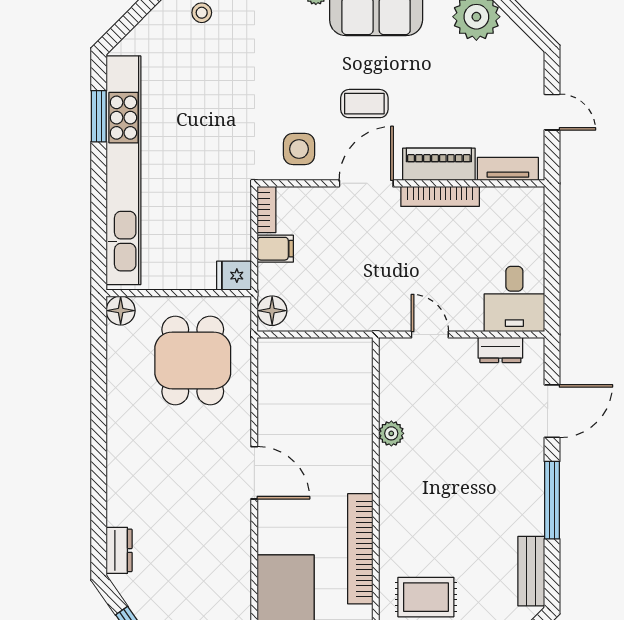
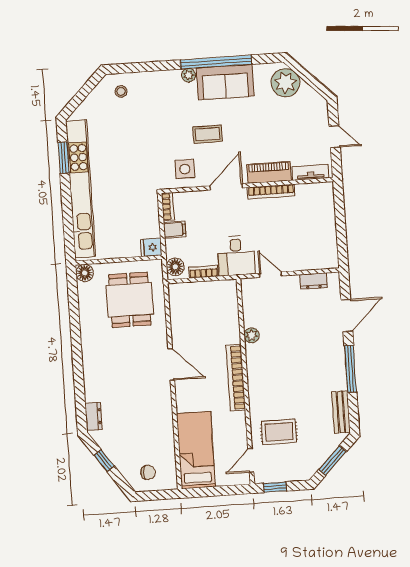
coffee table: (364, 104) -> (208, 134), moved
desk: (514, 299) -> (236, 256), moved
bookcase: (318, 322) -> (203, 272), added
bookcase: (360, 549) -> (236, 378), moved

